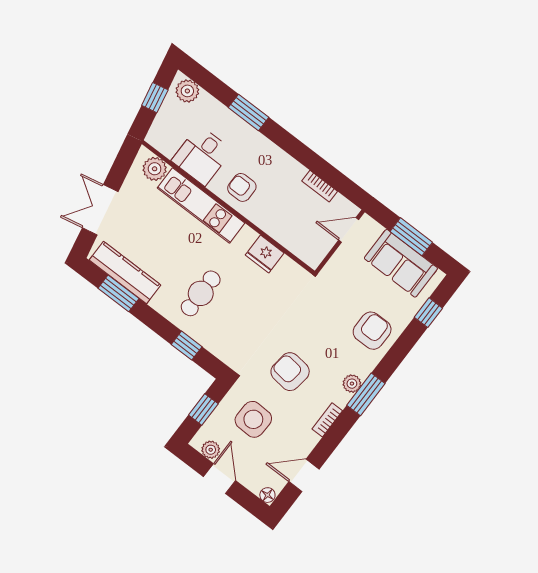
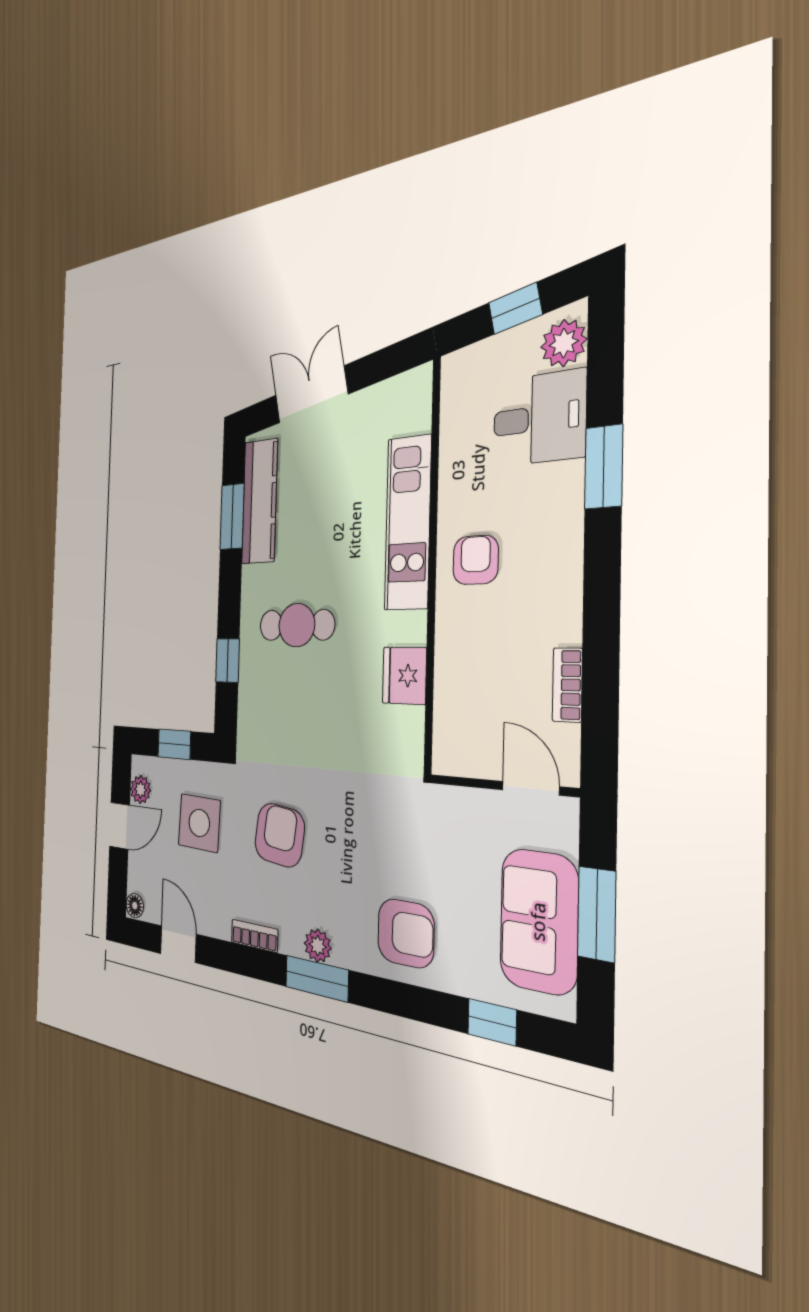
desk: (202, 155) -> (539, 418), moved, turned 180
plant: (155, 169) -> (412, 411), removed

